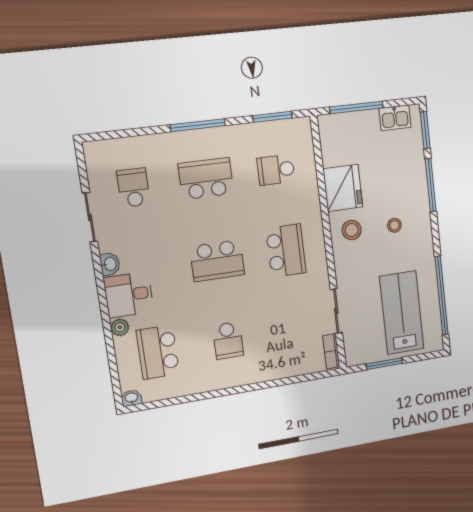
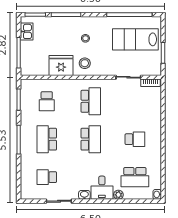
school desk: (286, 251) -> (91, 101), turned 90

